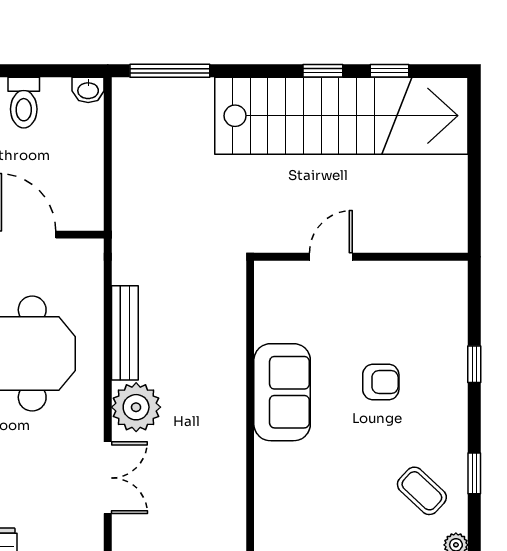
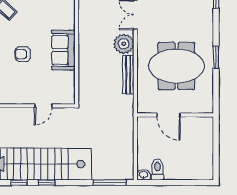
toilet: (24, 103) -> (157, 169), moved

